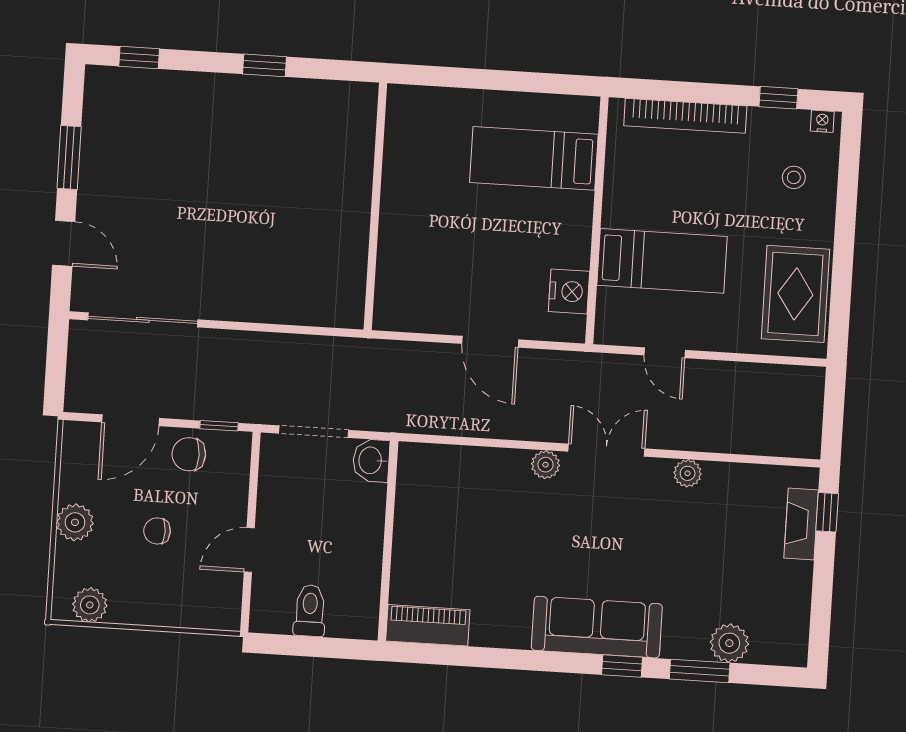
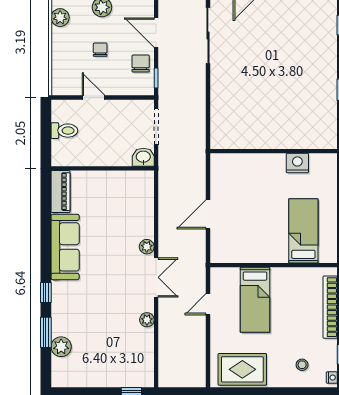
nightstand: (569, 291) -> (297, 163), moved, turned 180
fireplace: (801, 524) -> (125, 380), removed
sofa: (597, 627) -> (65, 247), moved

